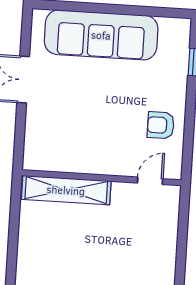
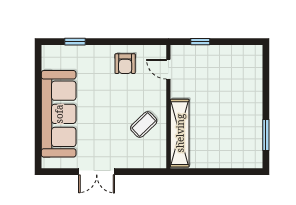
coffee table: (80, 144) -> (144, 125), added
window: (183, 224) -> (200, 42), added

